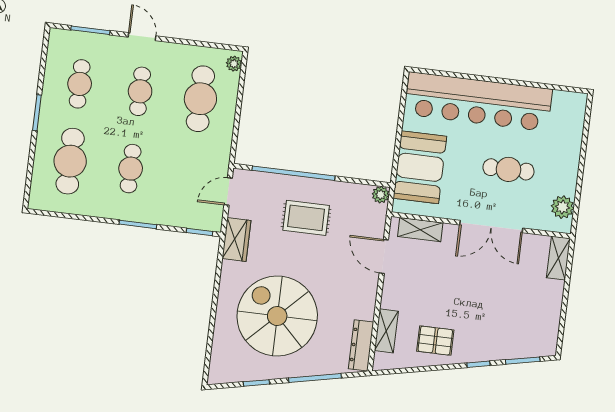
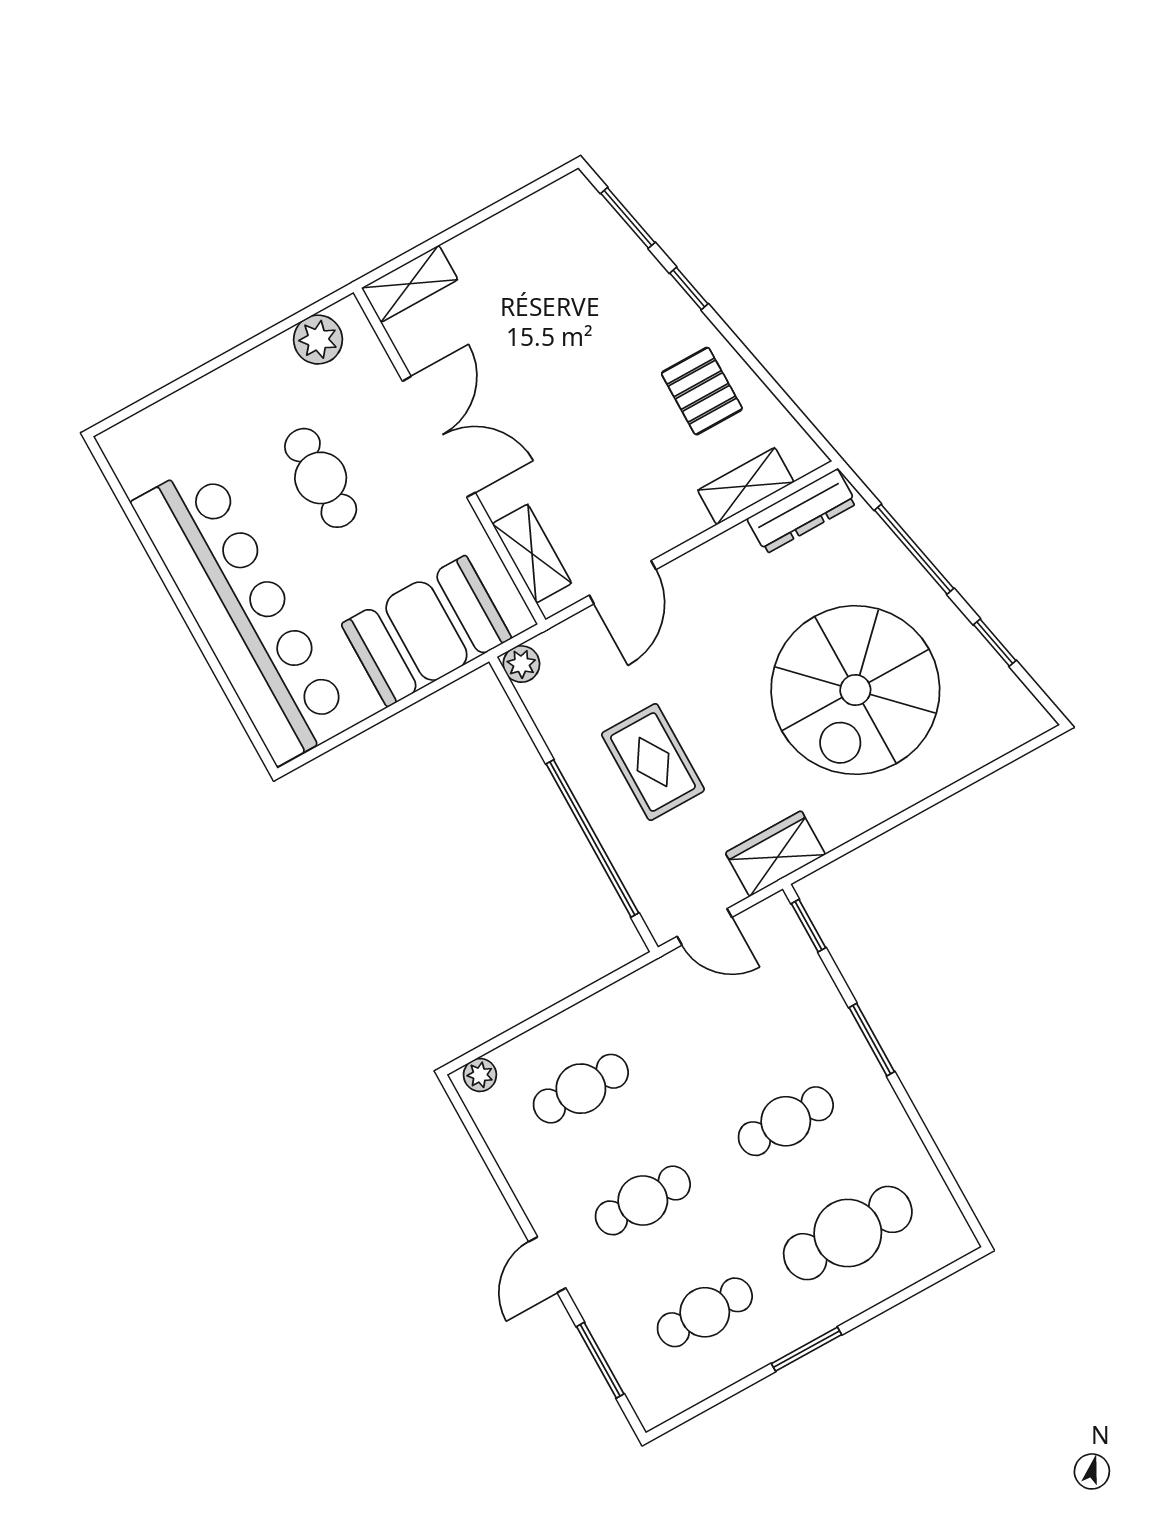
cafe table: (200, 99) -> (581, 1089), width x0.73, depth x0.74

